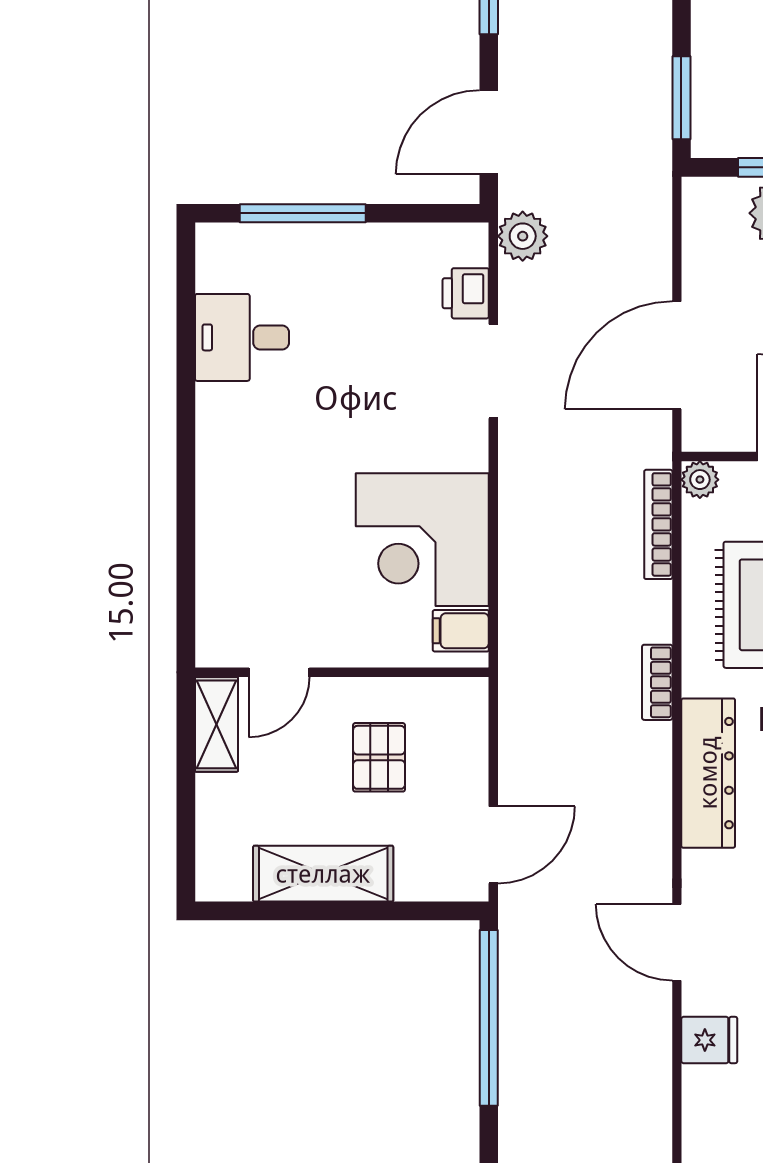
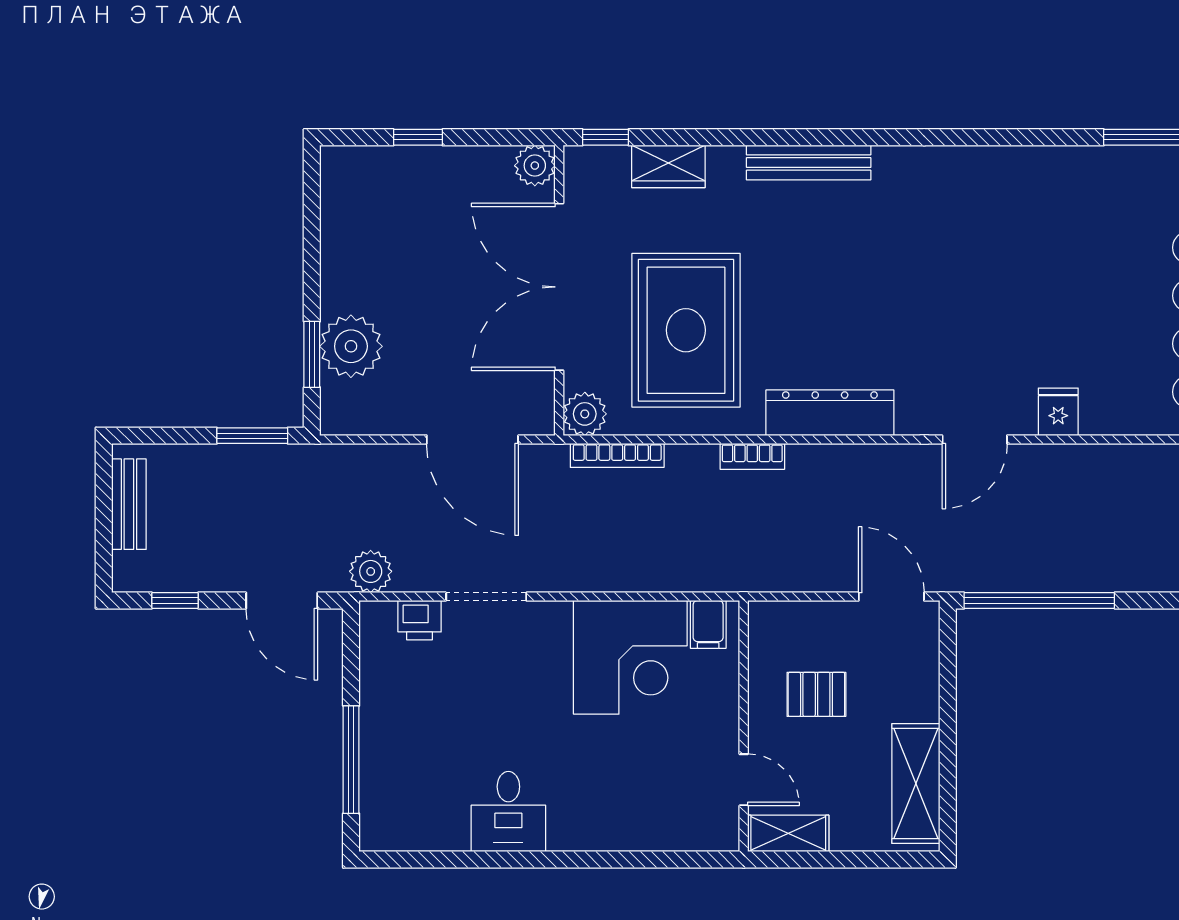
desk: (242, 337) -> (508, 812), moved
plant: (700, 480) -> (585, 414), width x1.38, depth x1.38
shelving: (323, 874) -> (916, 784), moved

